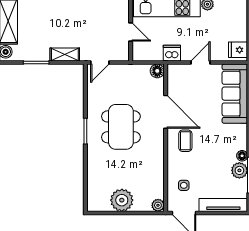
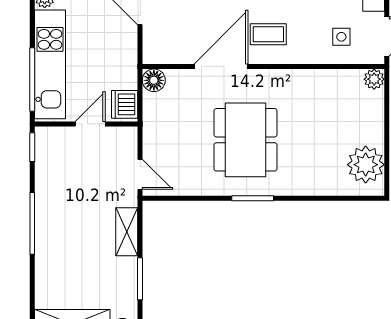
dishwasher: (172, 53) -> (125, 104), moved
dining table: (121, 127) -> (246, 140), turned 90
plant: (122, 200) -> (366, 165), moved

